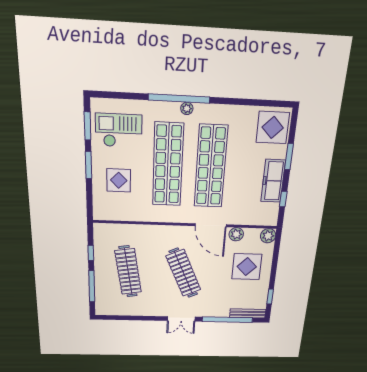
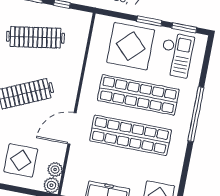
plant: (187, 108) -> (186, 120), removed
display table: (119, 180) -> (131, 46), width x1.86, depth x1.86
plant: (236, 234) -> (55, 169), moved

